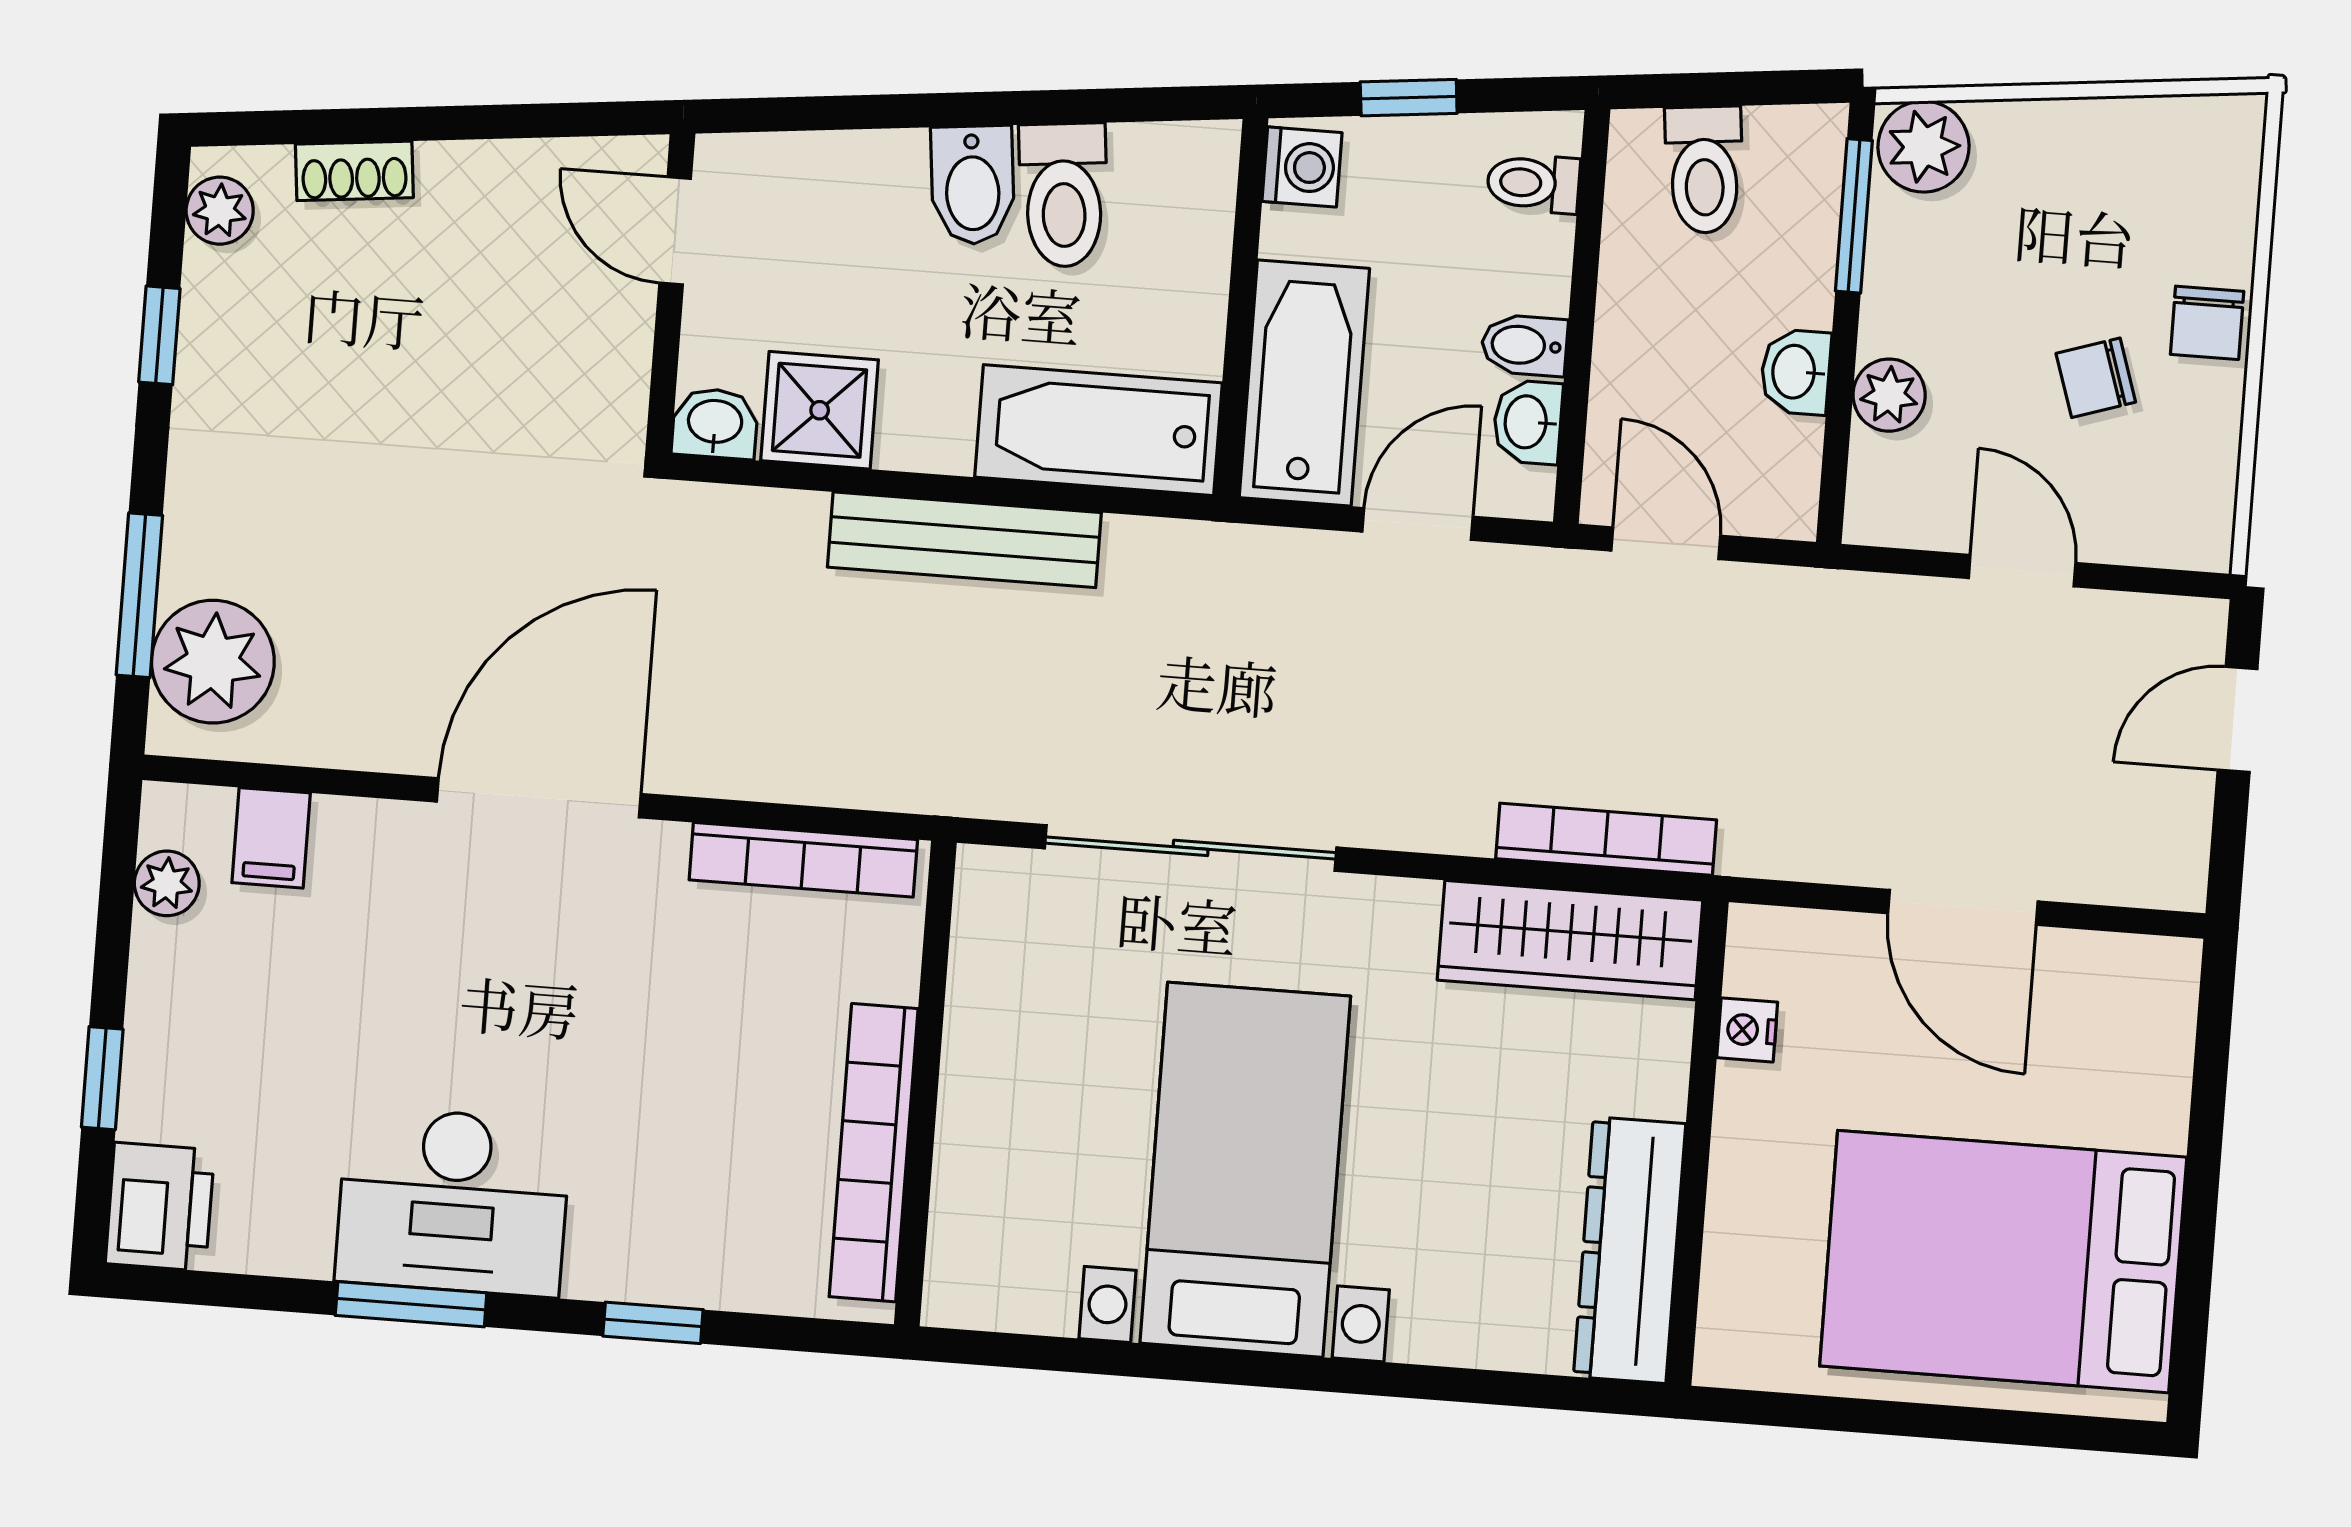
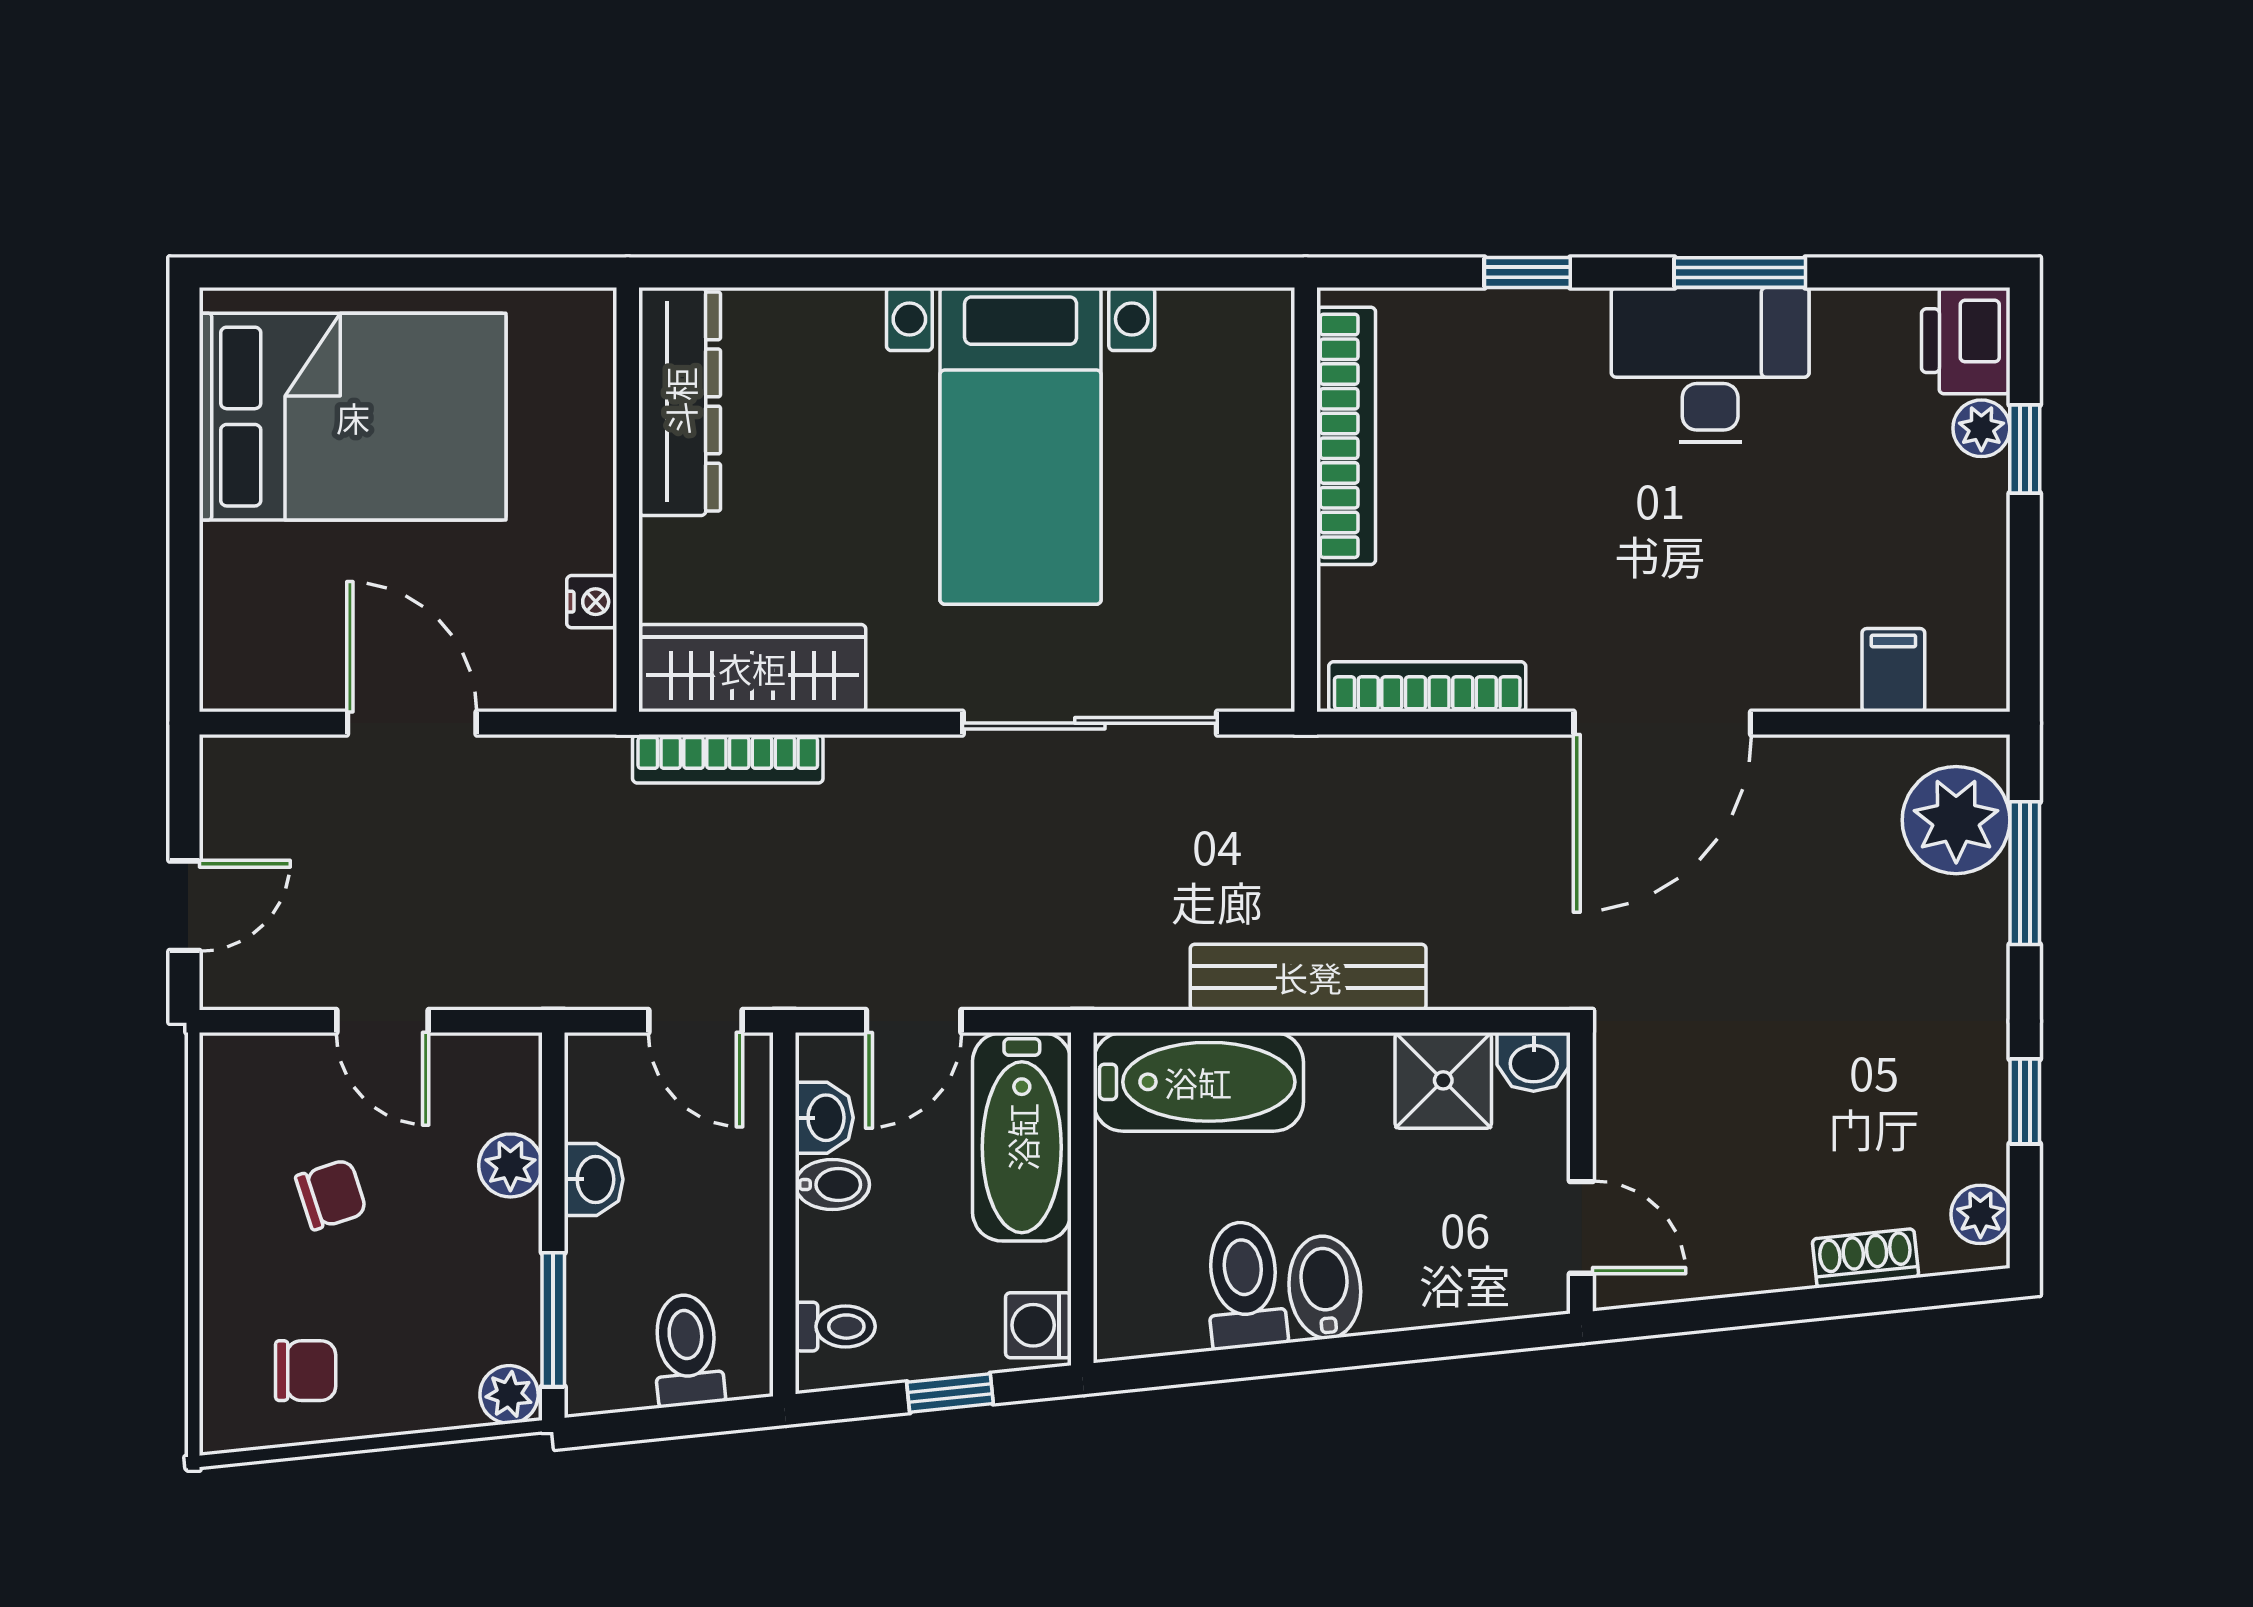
plant: (1923, 147) -> (509, 1394), width x0.73, depth x0.73
chair: (2207, 323) -> (306, 1371), moved, turned 90
plant: (167, 883) -> (1981, 428), moved

